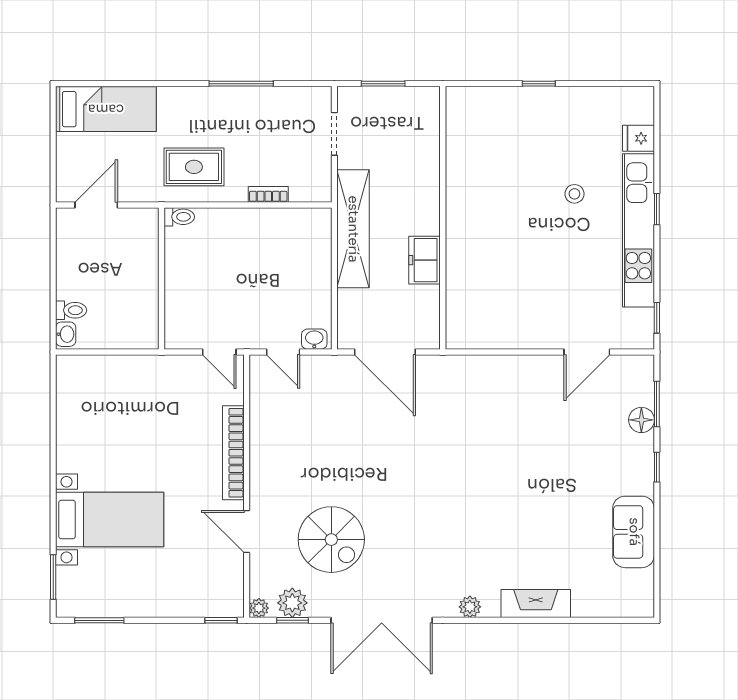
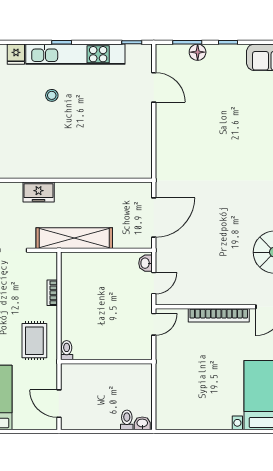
freezer: (424, 260) -> (39, 192), moved

